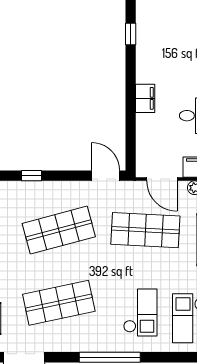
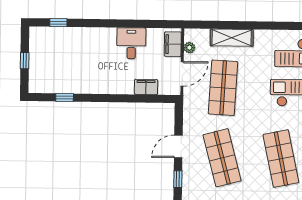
filing cabinet: (145, 98) -> (146, 87), moved
door: (106, 176) -> (178, 146), moved

